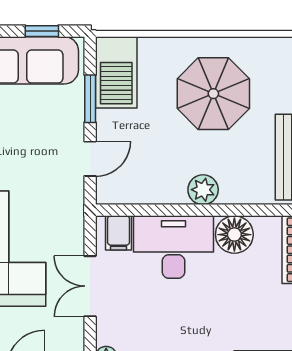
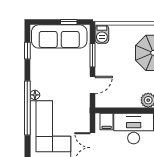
barbecue: (116, 72) -> (102, 34), width x0.53, depth x0.65

